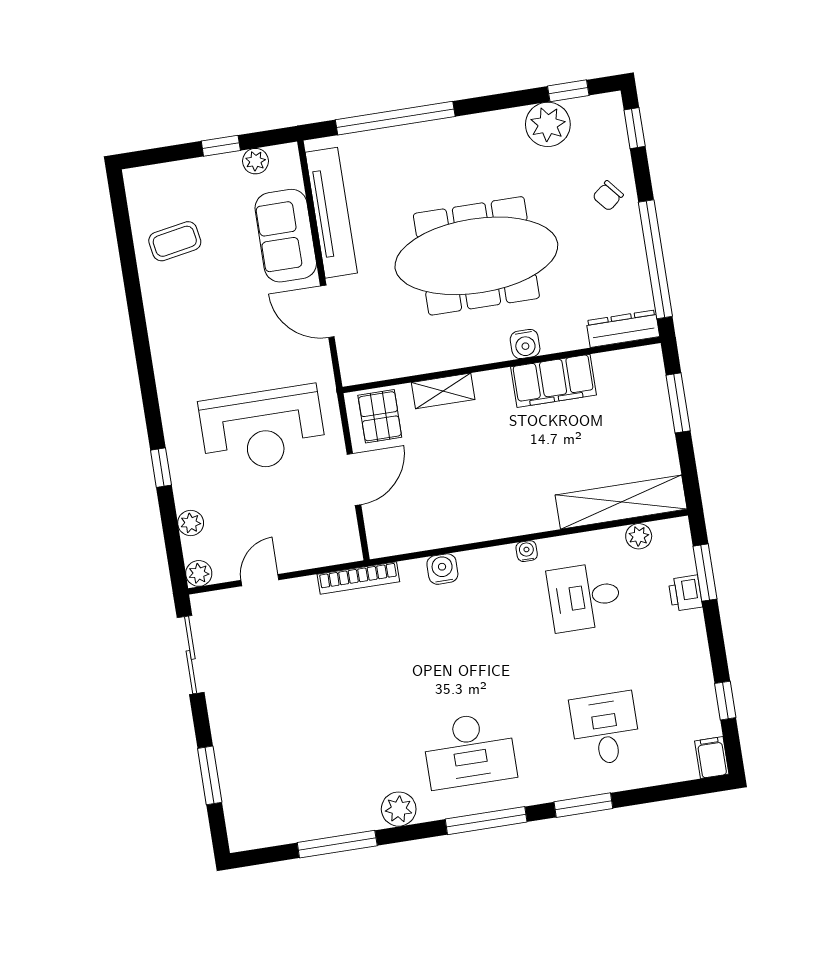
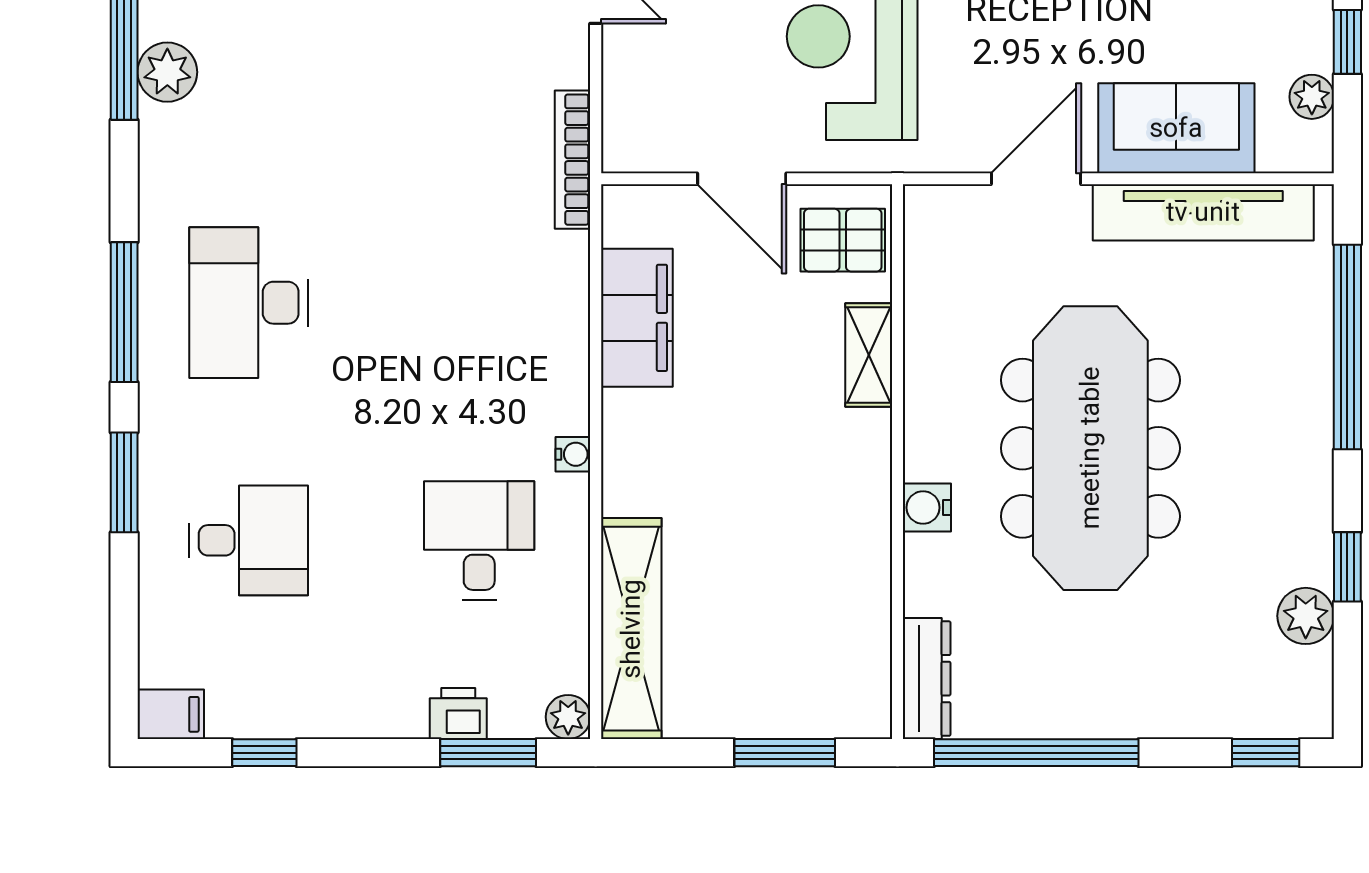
window: (568, 91) -> (1347, 567), moved
plant: (548, 124) -> (1306, 616), width x0.73, depth x0.73
chair: (608, 196) -> (1157, 689), removed
filing cabinet: (553, 381) -> (637, 318), moved, turned 180
plant: (639, 536) -> (568, 717), moved
water cooler: (442, 569) -> (565, 306), removed
plant: (399, 809) -> (167, 72), moved

